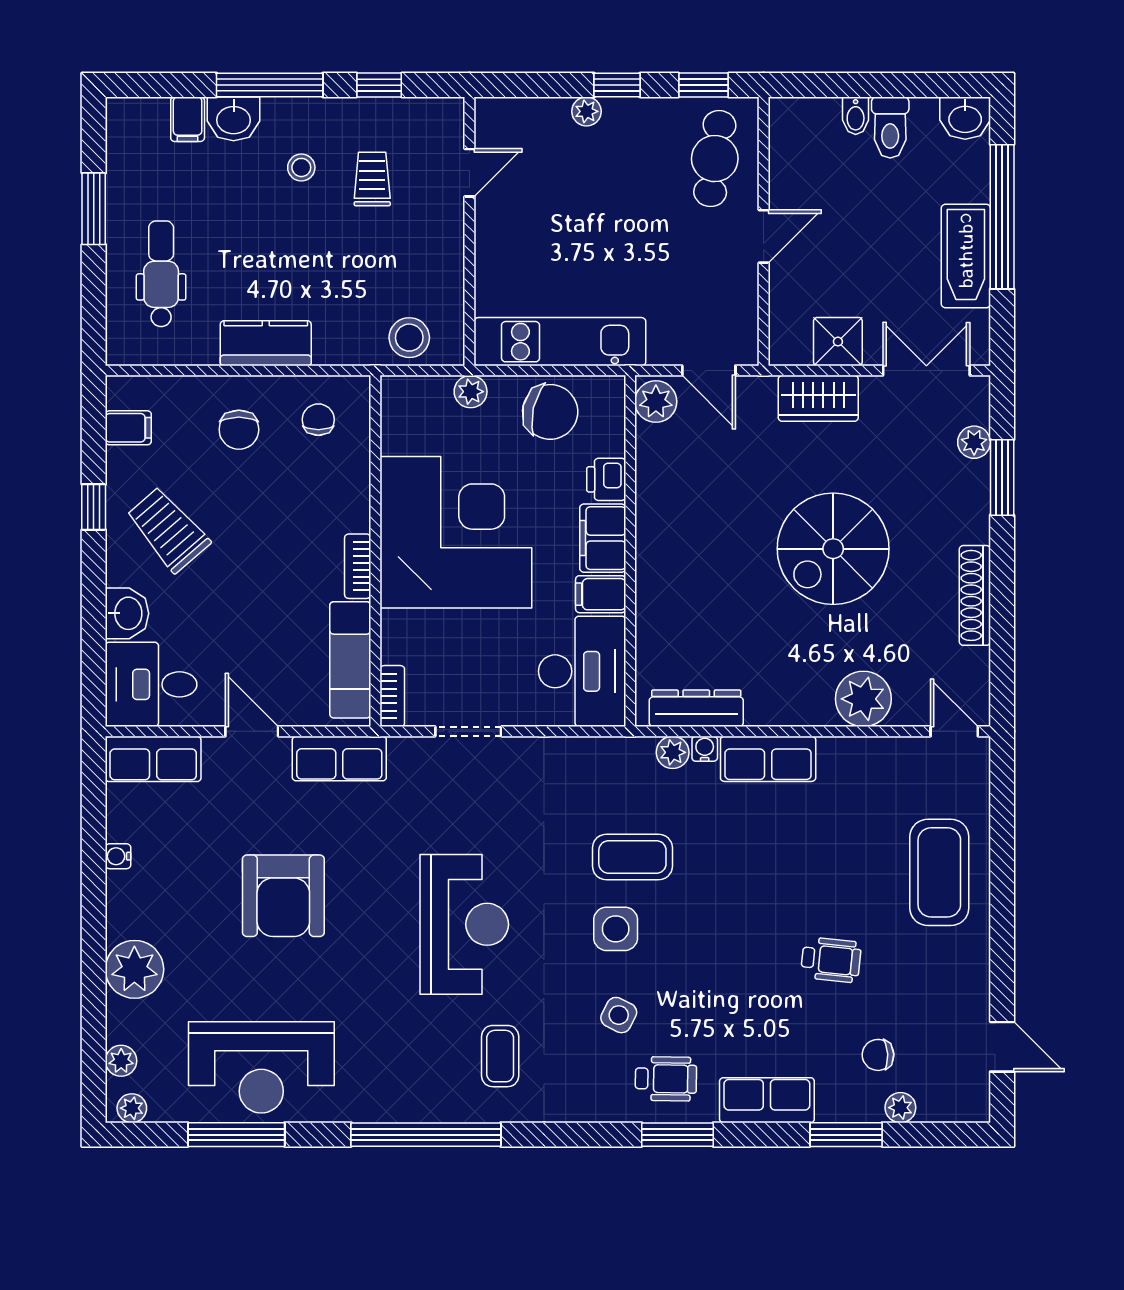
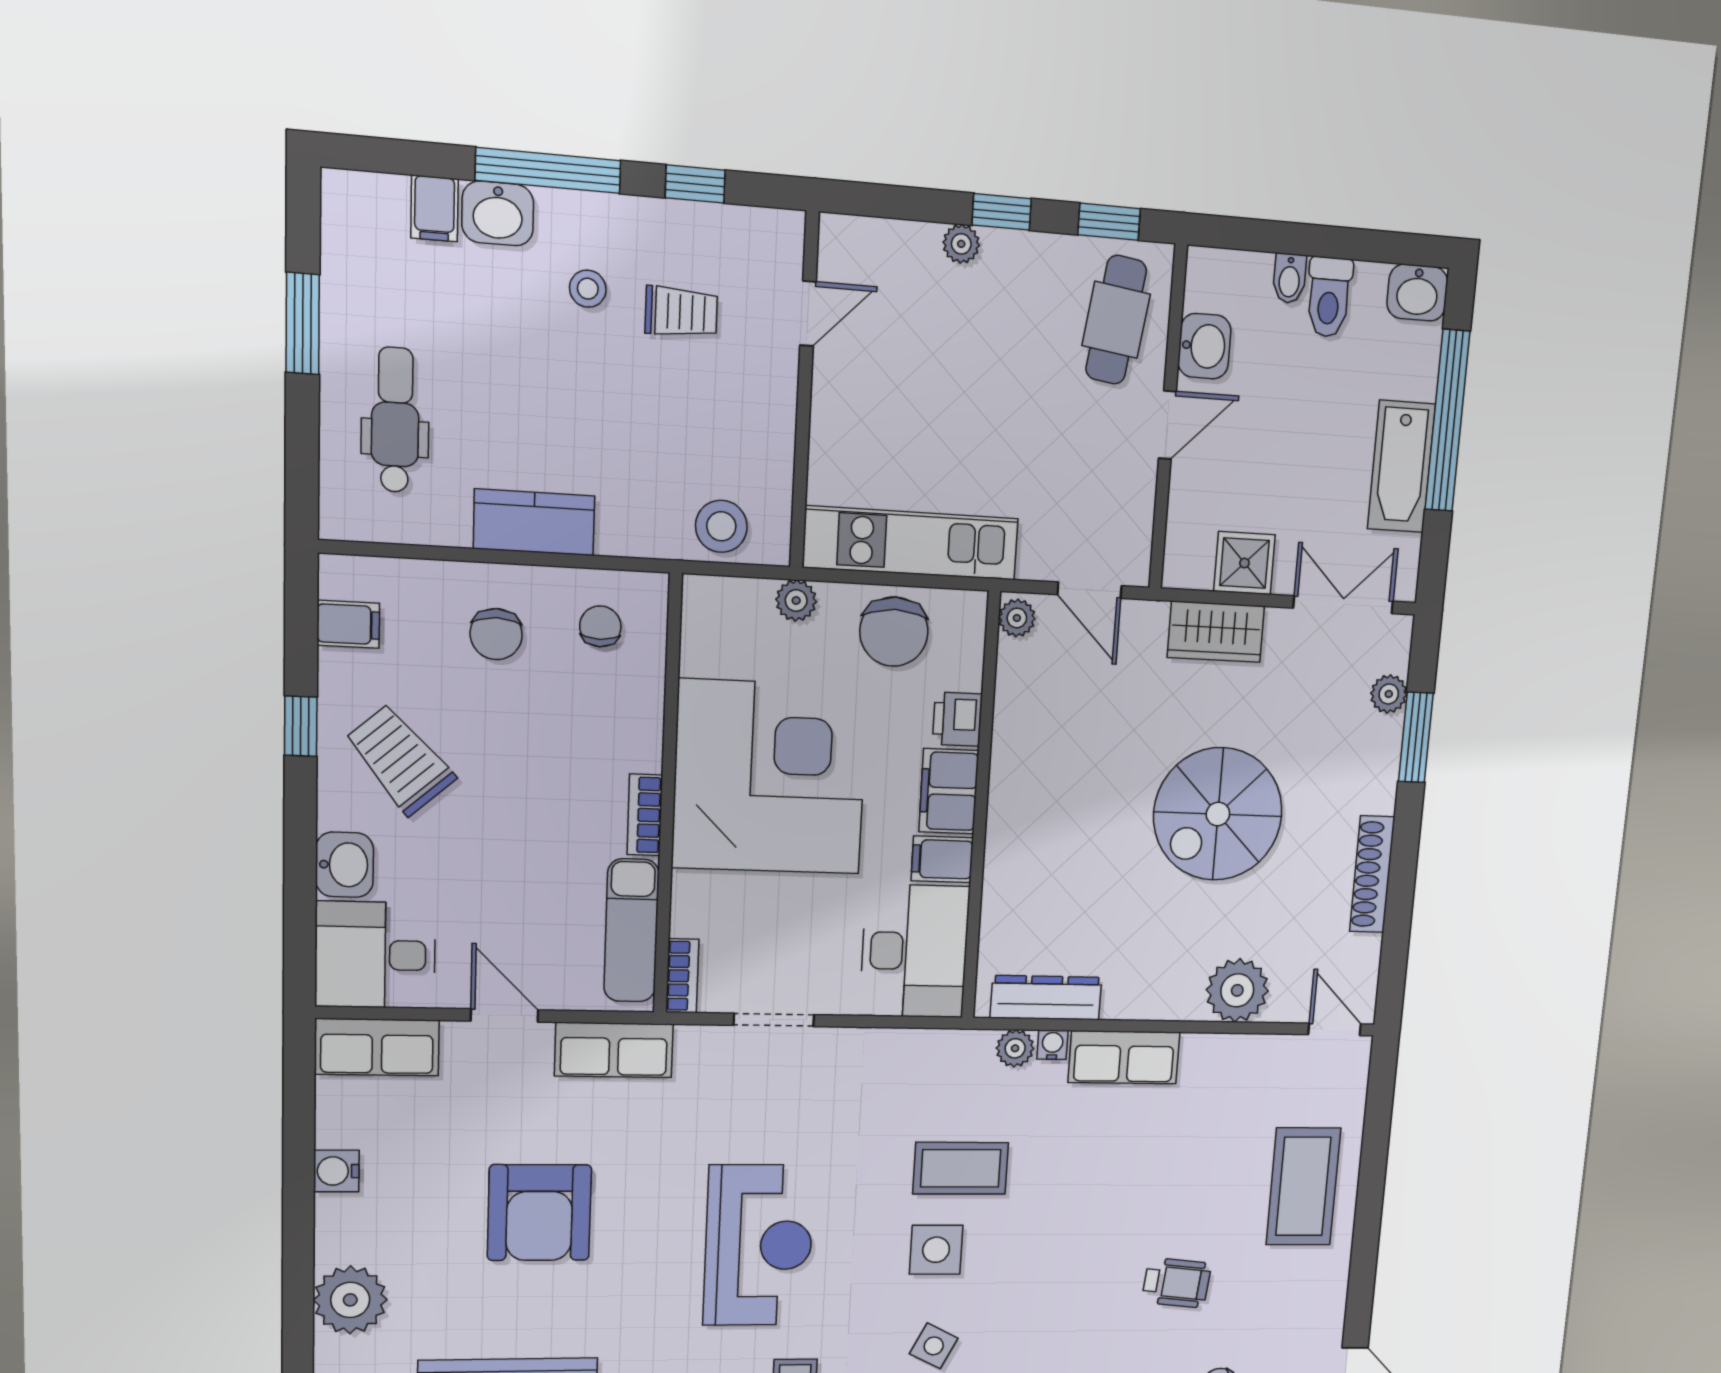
washbasin: (789, 173) -> (1204, 346), added
trolley: (372, 179) -> (681, 312), turned 90
plant: (656, 402) -> (1017, 618), width x0.73, depth x0.73
chair: (550, 412) -> (894, 632), turned 77
water cooler: (118, 856) -> (336, 1171), width x1.38, depth x1.38

